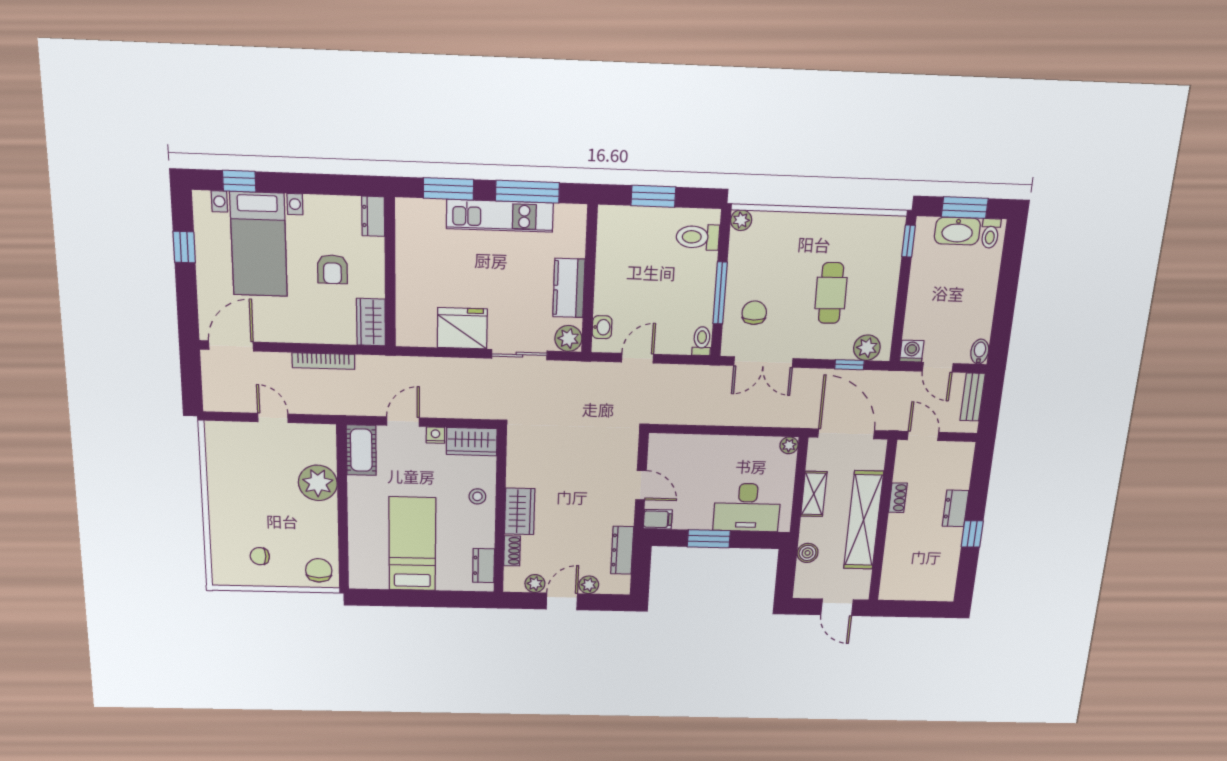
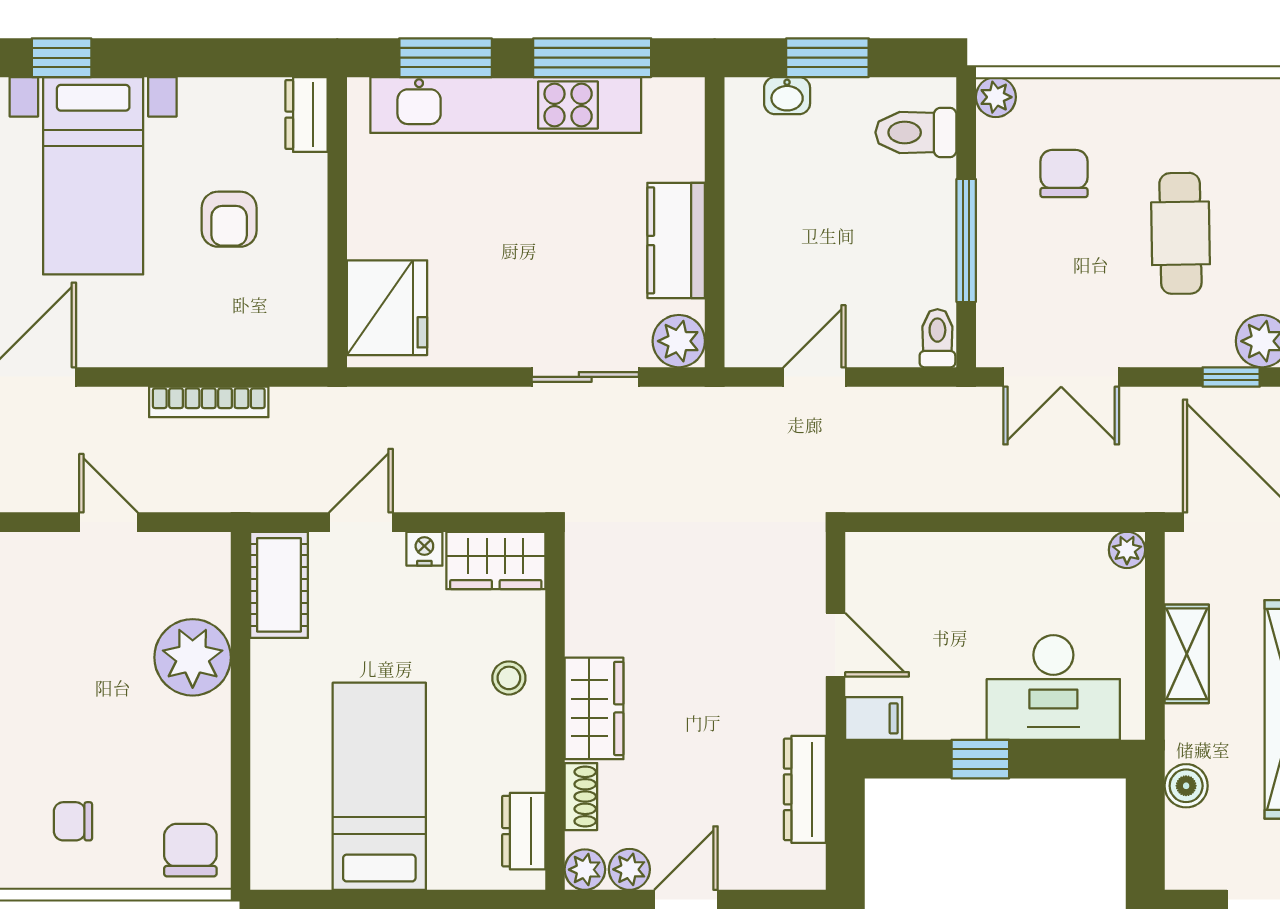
kitchen unit: (500, 216) -> (506, 105), width x1.36
chair: (754, 313) -> (1064, 174), moved
wardrobe: (371, 322) -> (301, 321), removed
washbasin: (602, 327) -> (787, 96), moved, turned 90
fridge: (462, 328) -> (387, 308), moved, turned 90
window: (709, 539) -> (980, 759), width x0.67
plant: (589, 585) -> (585, 870), moved

